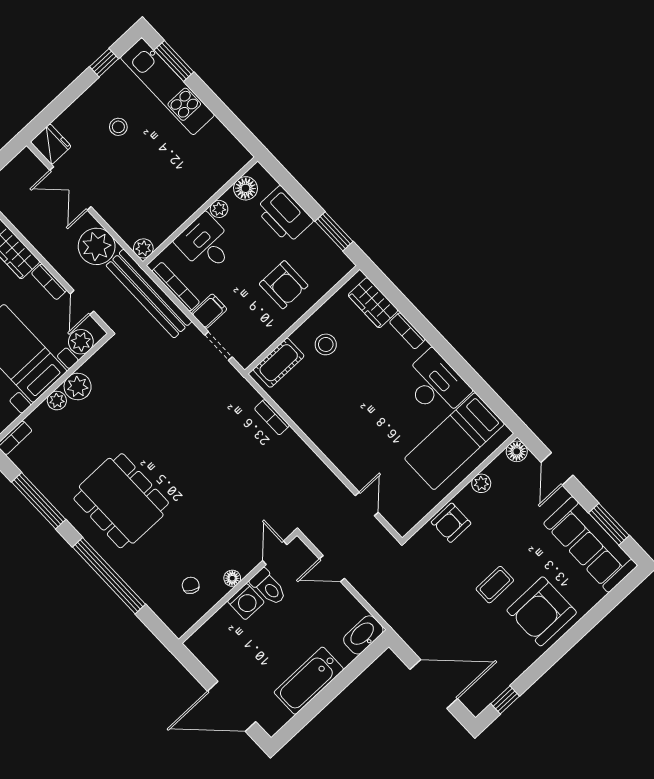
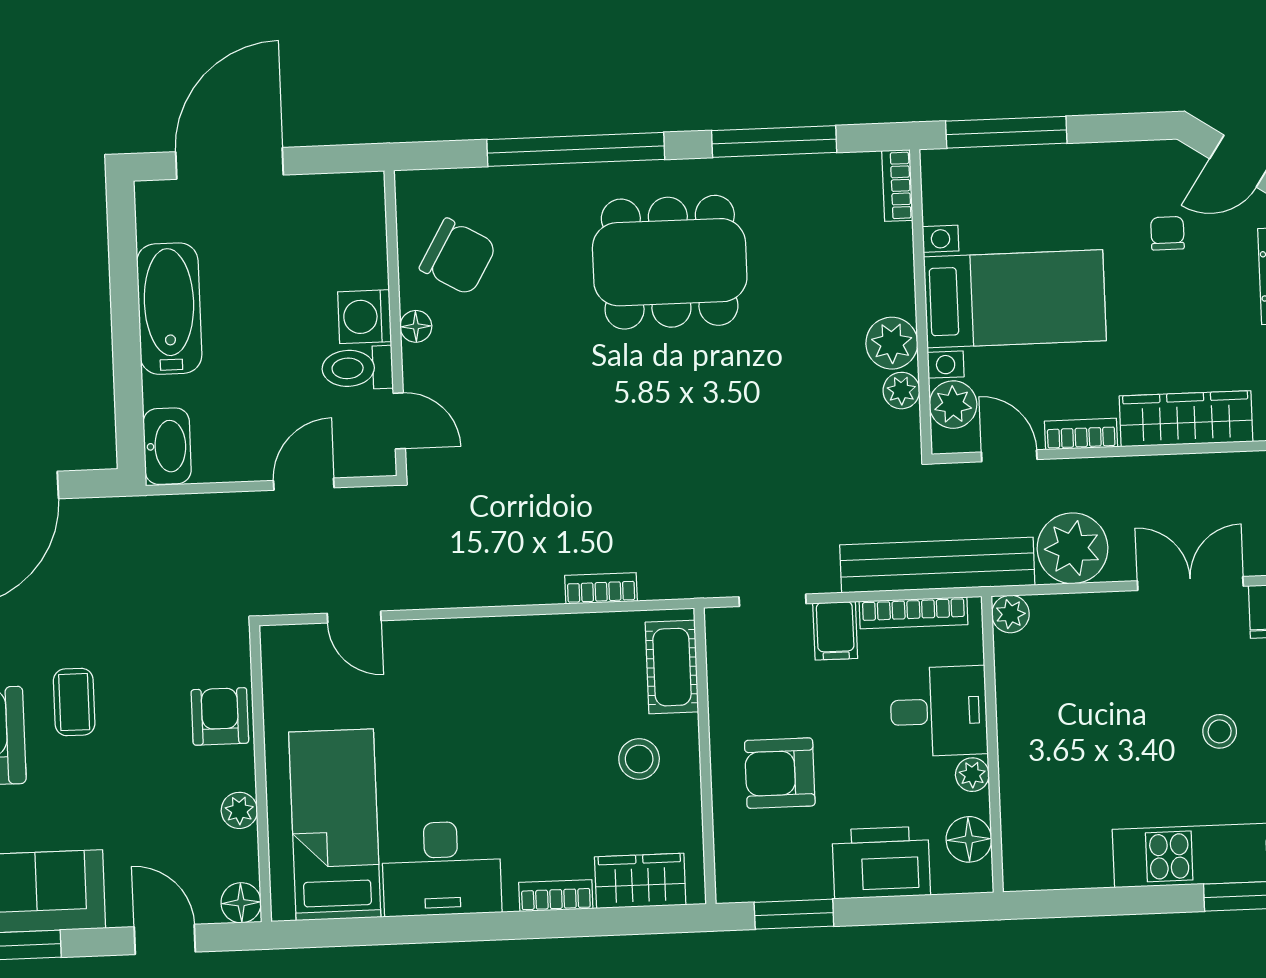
plant: (57, 401) -> (901, 391), moved
chair: (191, 585) -> (458, 257), width x1.87, depth x1.87

